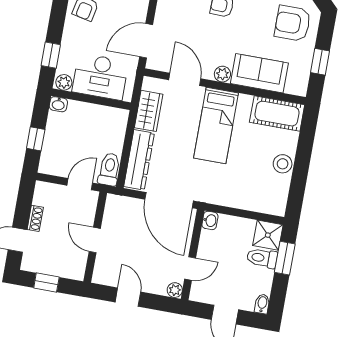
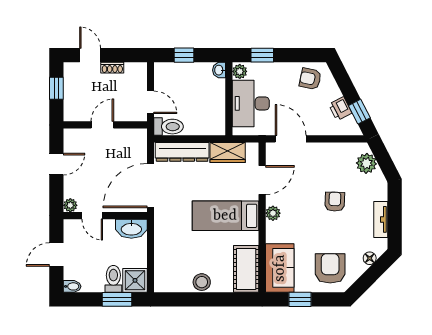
sofa: (259, 73) -> (280, 268), moved
washbasin: (210, 220) -> (131, 229), width x1.91, depth x1.45

